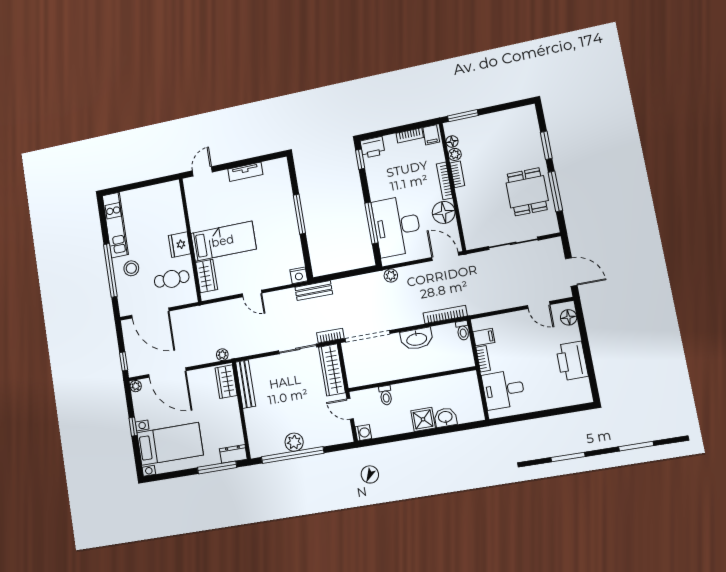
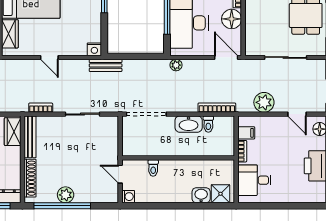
toilet: (463, 330) -> (208, 124), moved
bookcase: (330, 336) -> (41, 108), moved
plant: (222, 355) -> (264, 102), moved, width x1.88, depth x1.88
wardrobe: (332, 370) -> (110, 138), removed
shower: (423, 419) -> (220, 194), moved
shoe rack: (253, 430) -> (30, 178), added

